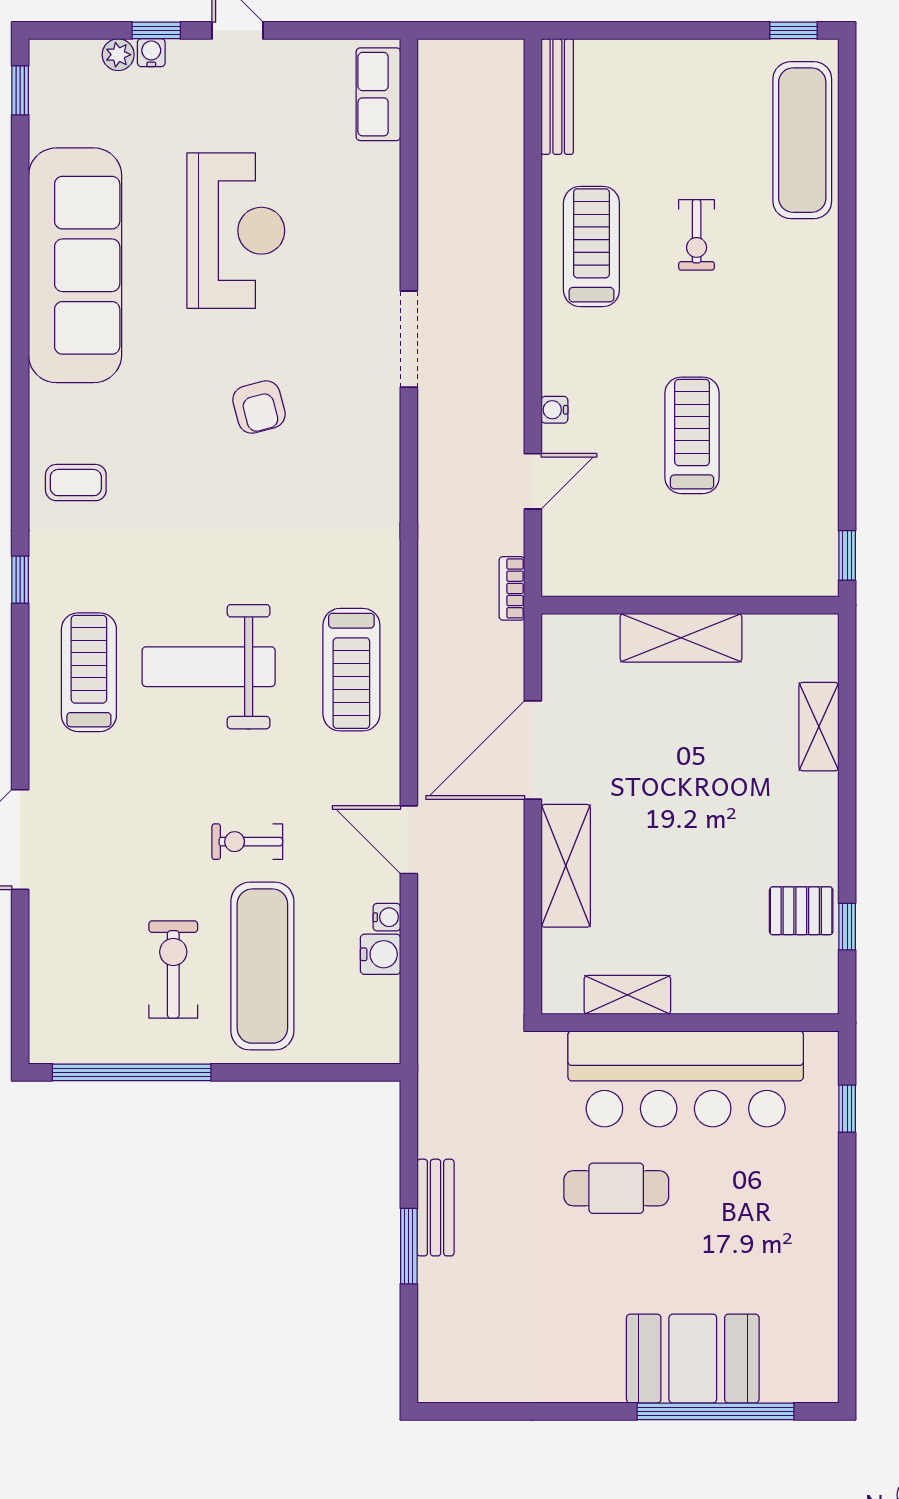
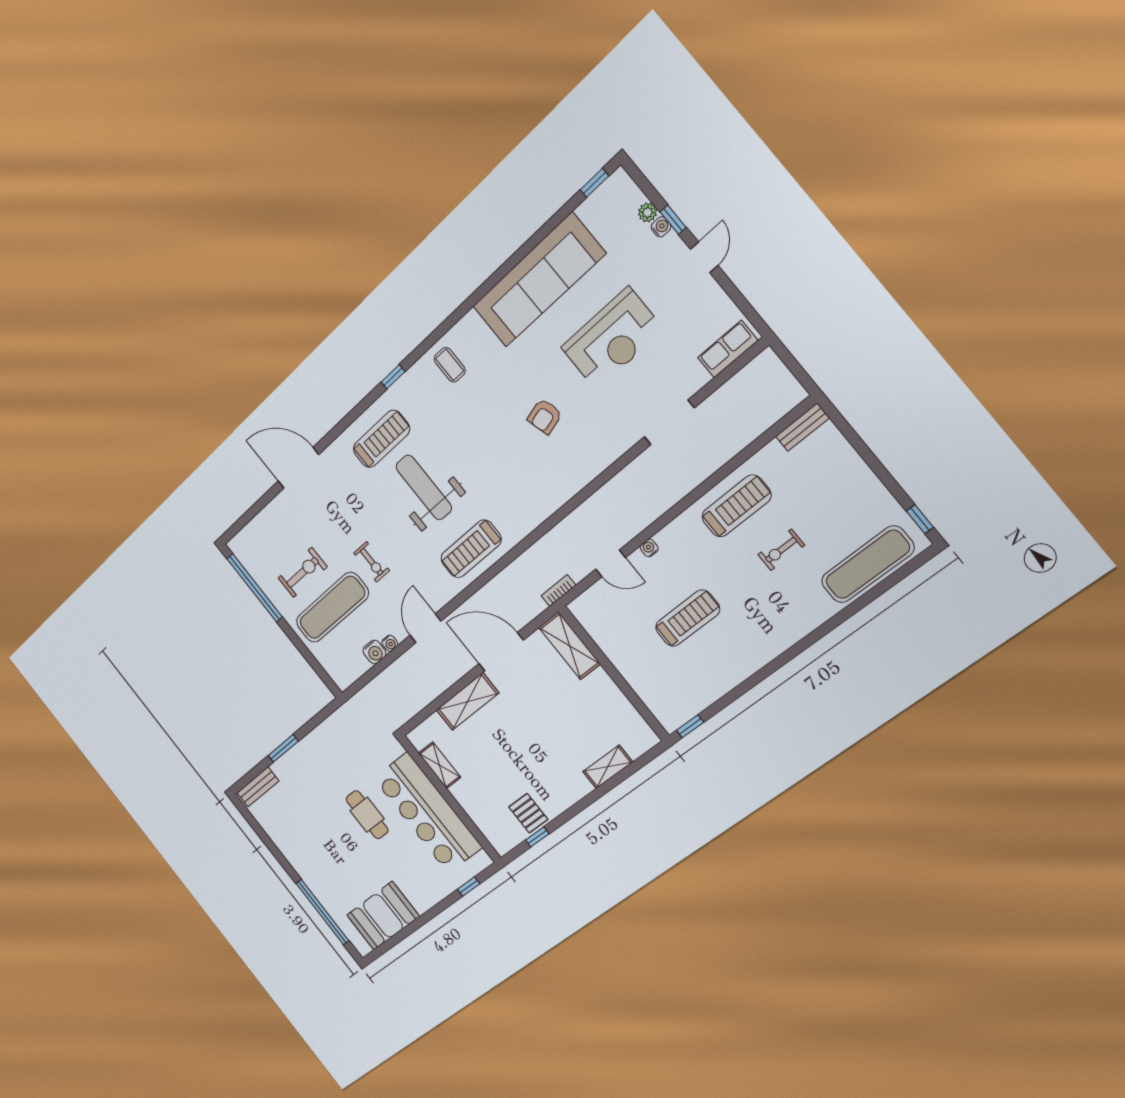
bench: (557, 97) -> (802, 427), width x0.73
doorway: (409, 339) -> (669, 422), moved
shelving: (681, 638) -> (569, 646), moved
exercise bike: (247, 842) -> (372, 562), turned 180
bench: (436, 1208) -> (258, 787), moved
booth: (693, 1359) -> (383, 916), moved, turned 90

